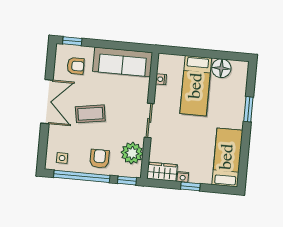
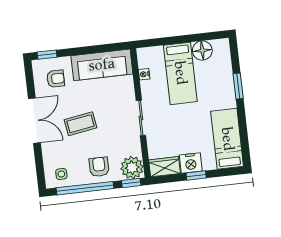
plant: (132, 153) -> (132, 168), moved
nightstand: (183, 177) -> (191, 163), width x1.89, depth x1.79

